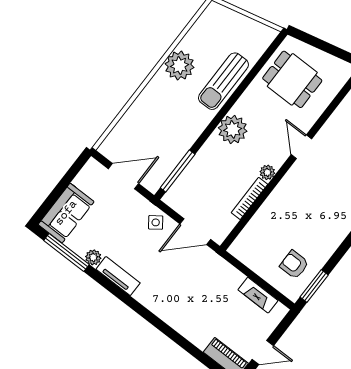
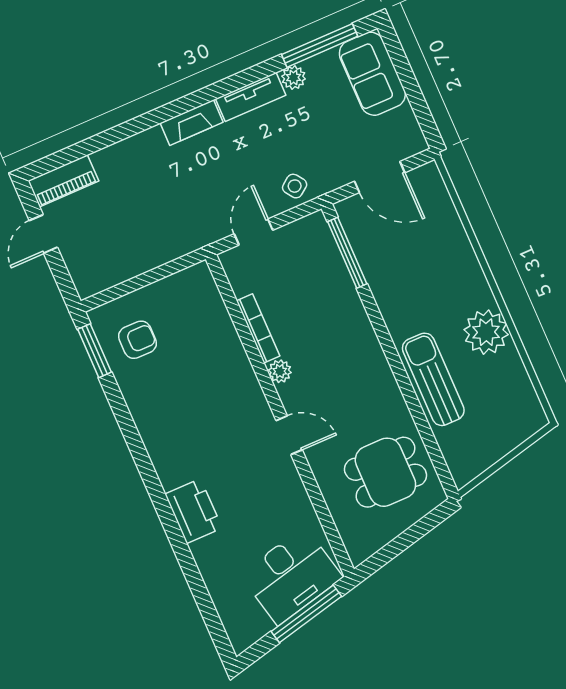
plant: (233, 129) -> (362, 356), removed
door: (124, 176) -> (380, 177), hinge flipped
door: (195, 232) -> (253, 232), width x0.73
fireplace: (258, 295) -> (192, 123), moved, turned 180

